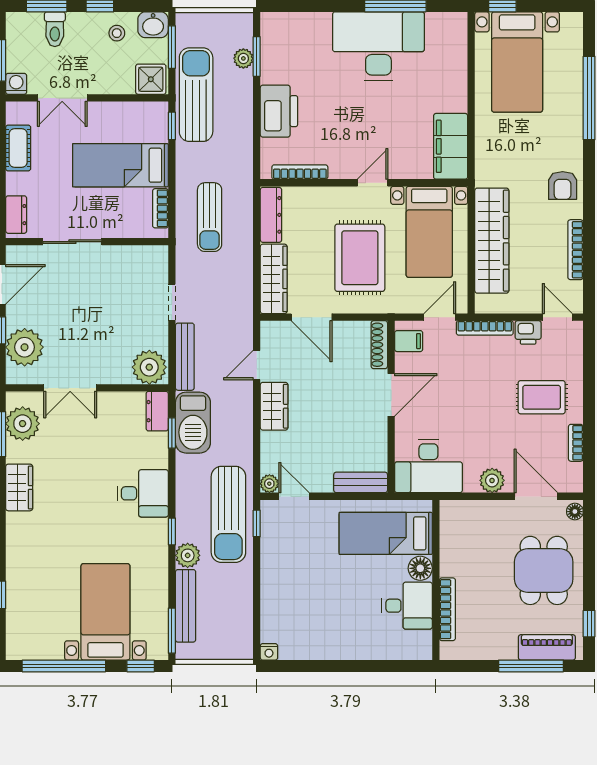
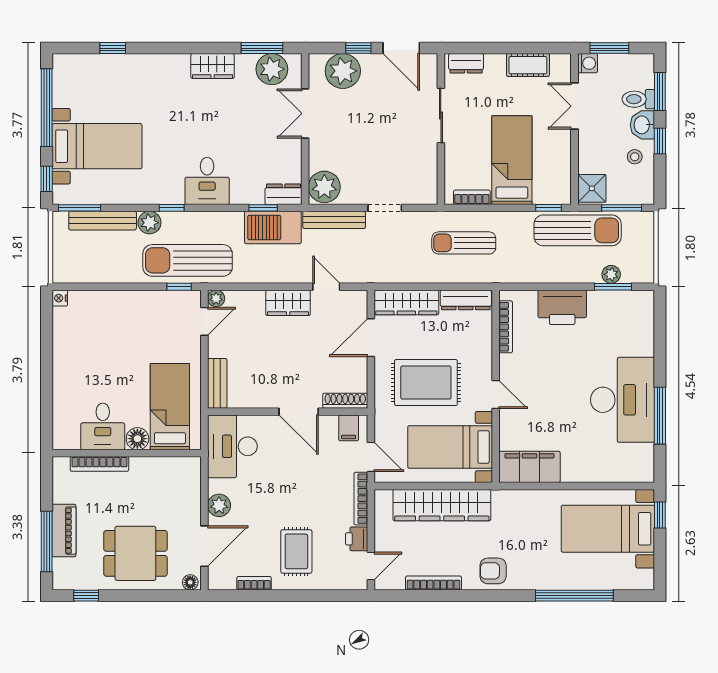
washbasin: (153, 25) -> (642, 125), moved
piano: (547, 647) -> (64, 531), moved

